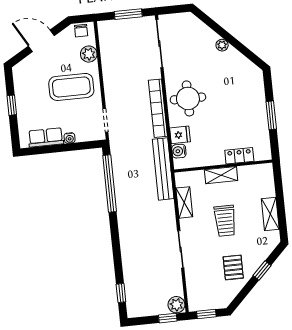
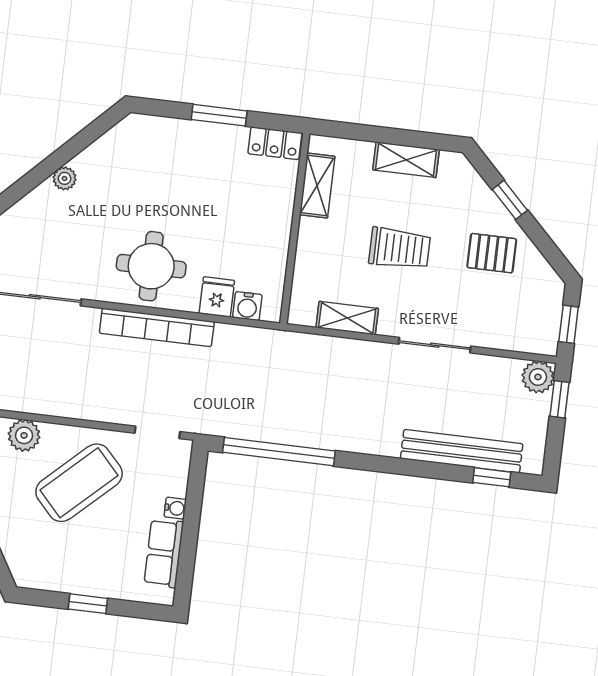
coffee table: (71, 87) -> (79, 483), turned 47
locker: (239, 156) -> (275, 143), moved, turned -90
bench: (163, 169) -> (462, 451), moved
shelving: (221, 175) -> (317, 186), moved

